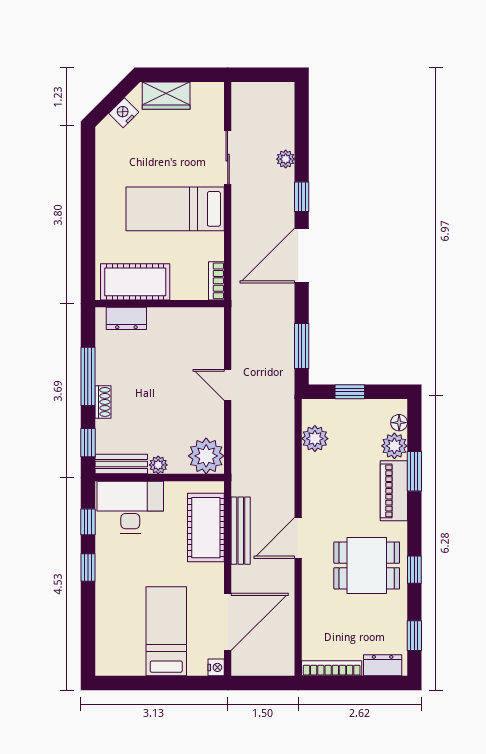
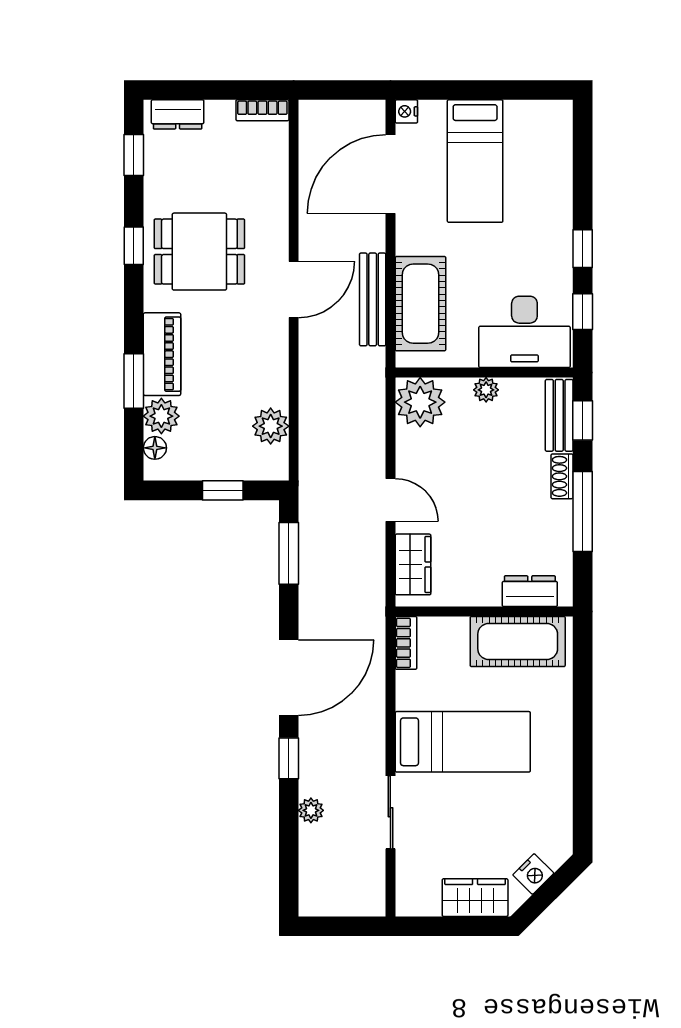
wardrobe: (211, 338) -> (413, 564), added
bench: (121, 464) -> (559, 415), moved, turned 90
bookcase: (332, 668) -> (262, 110), width x0.64

